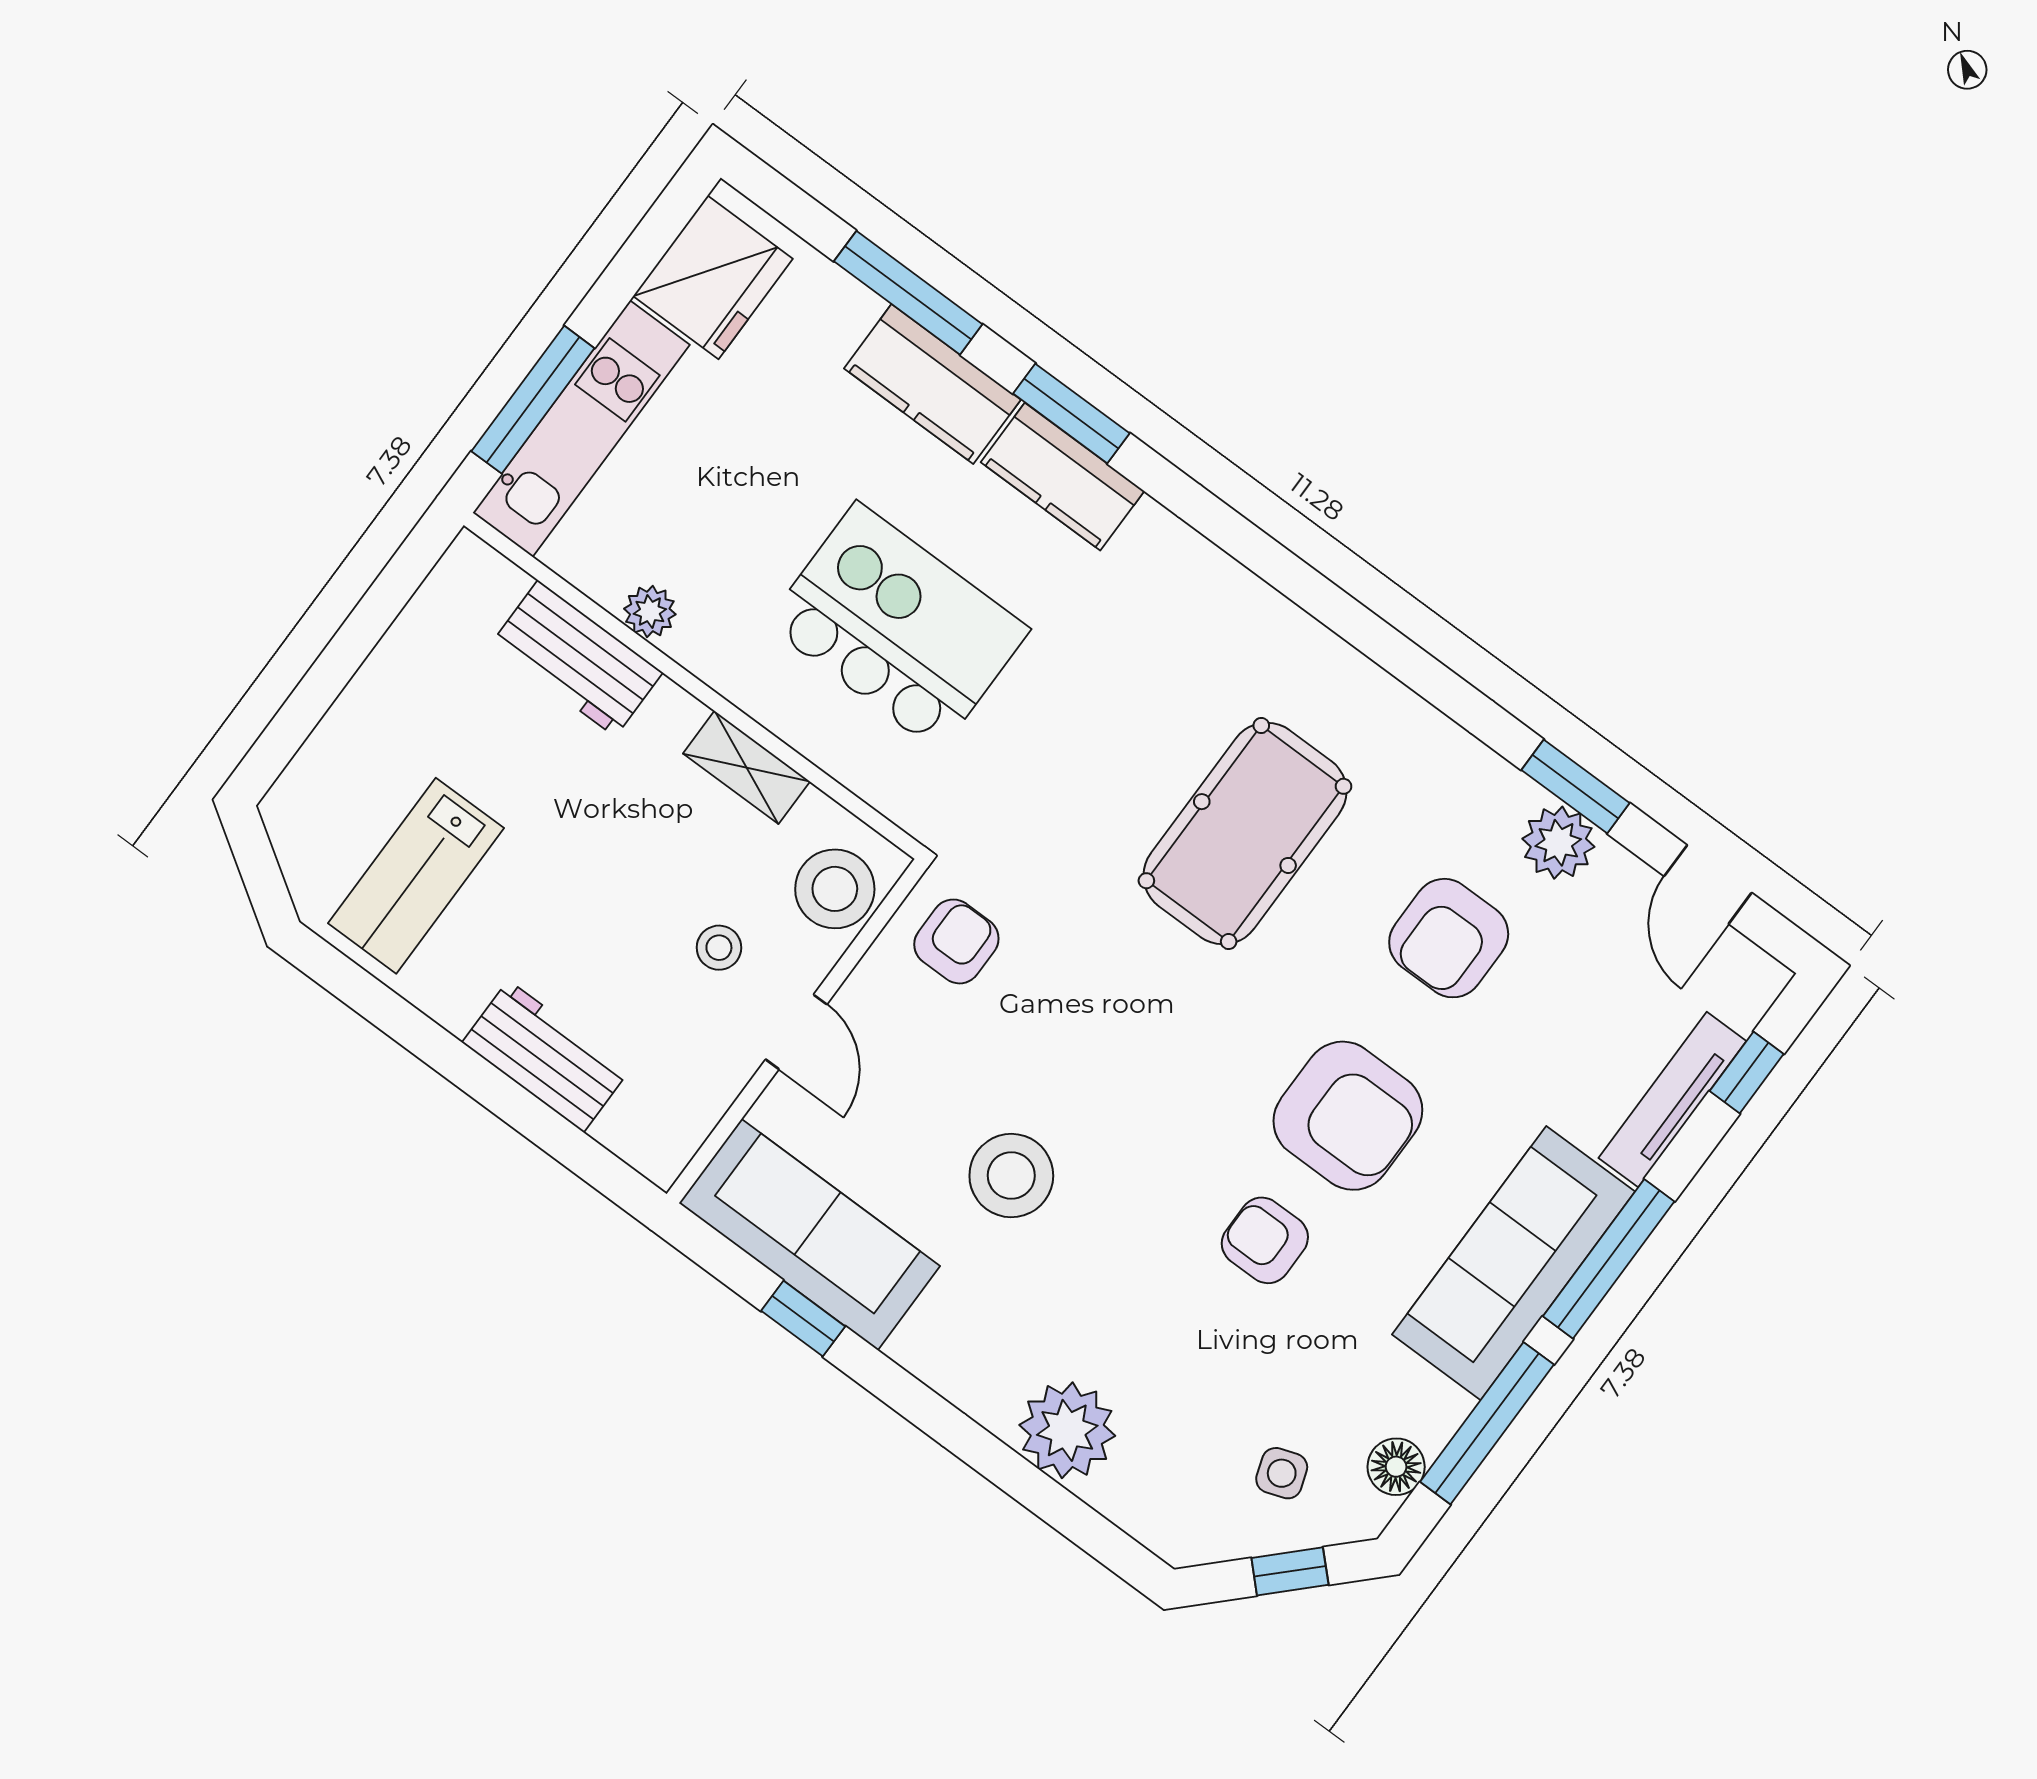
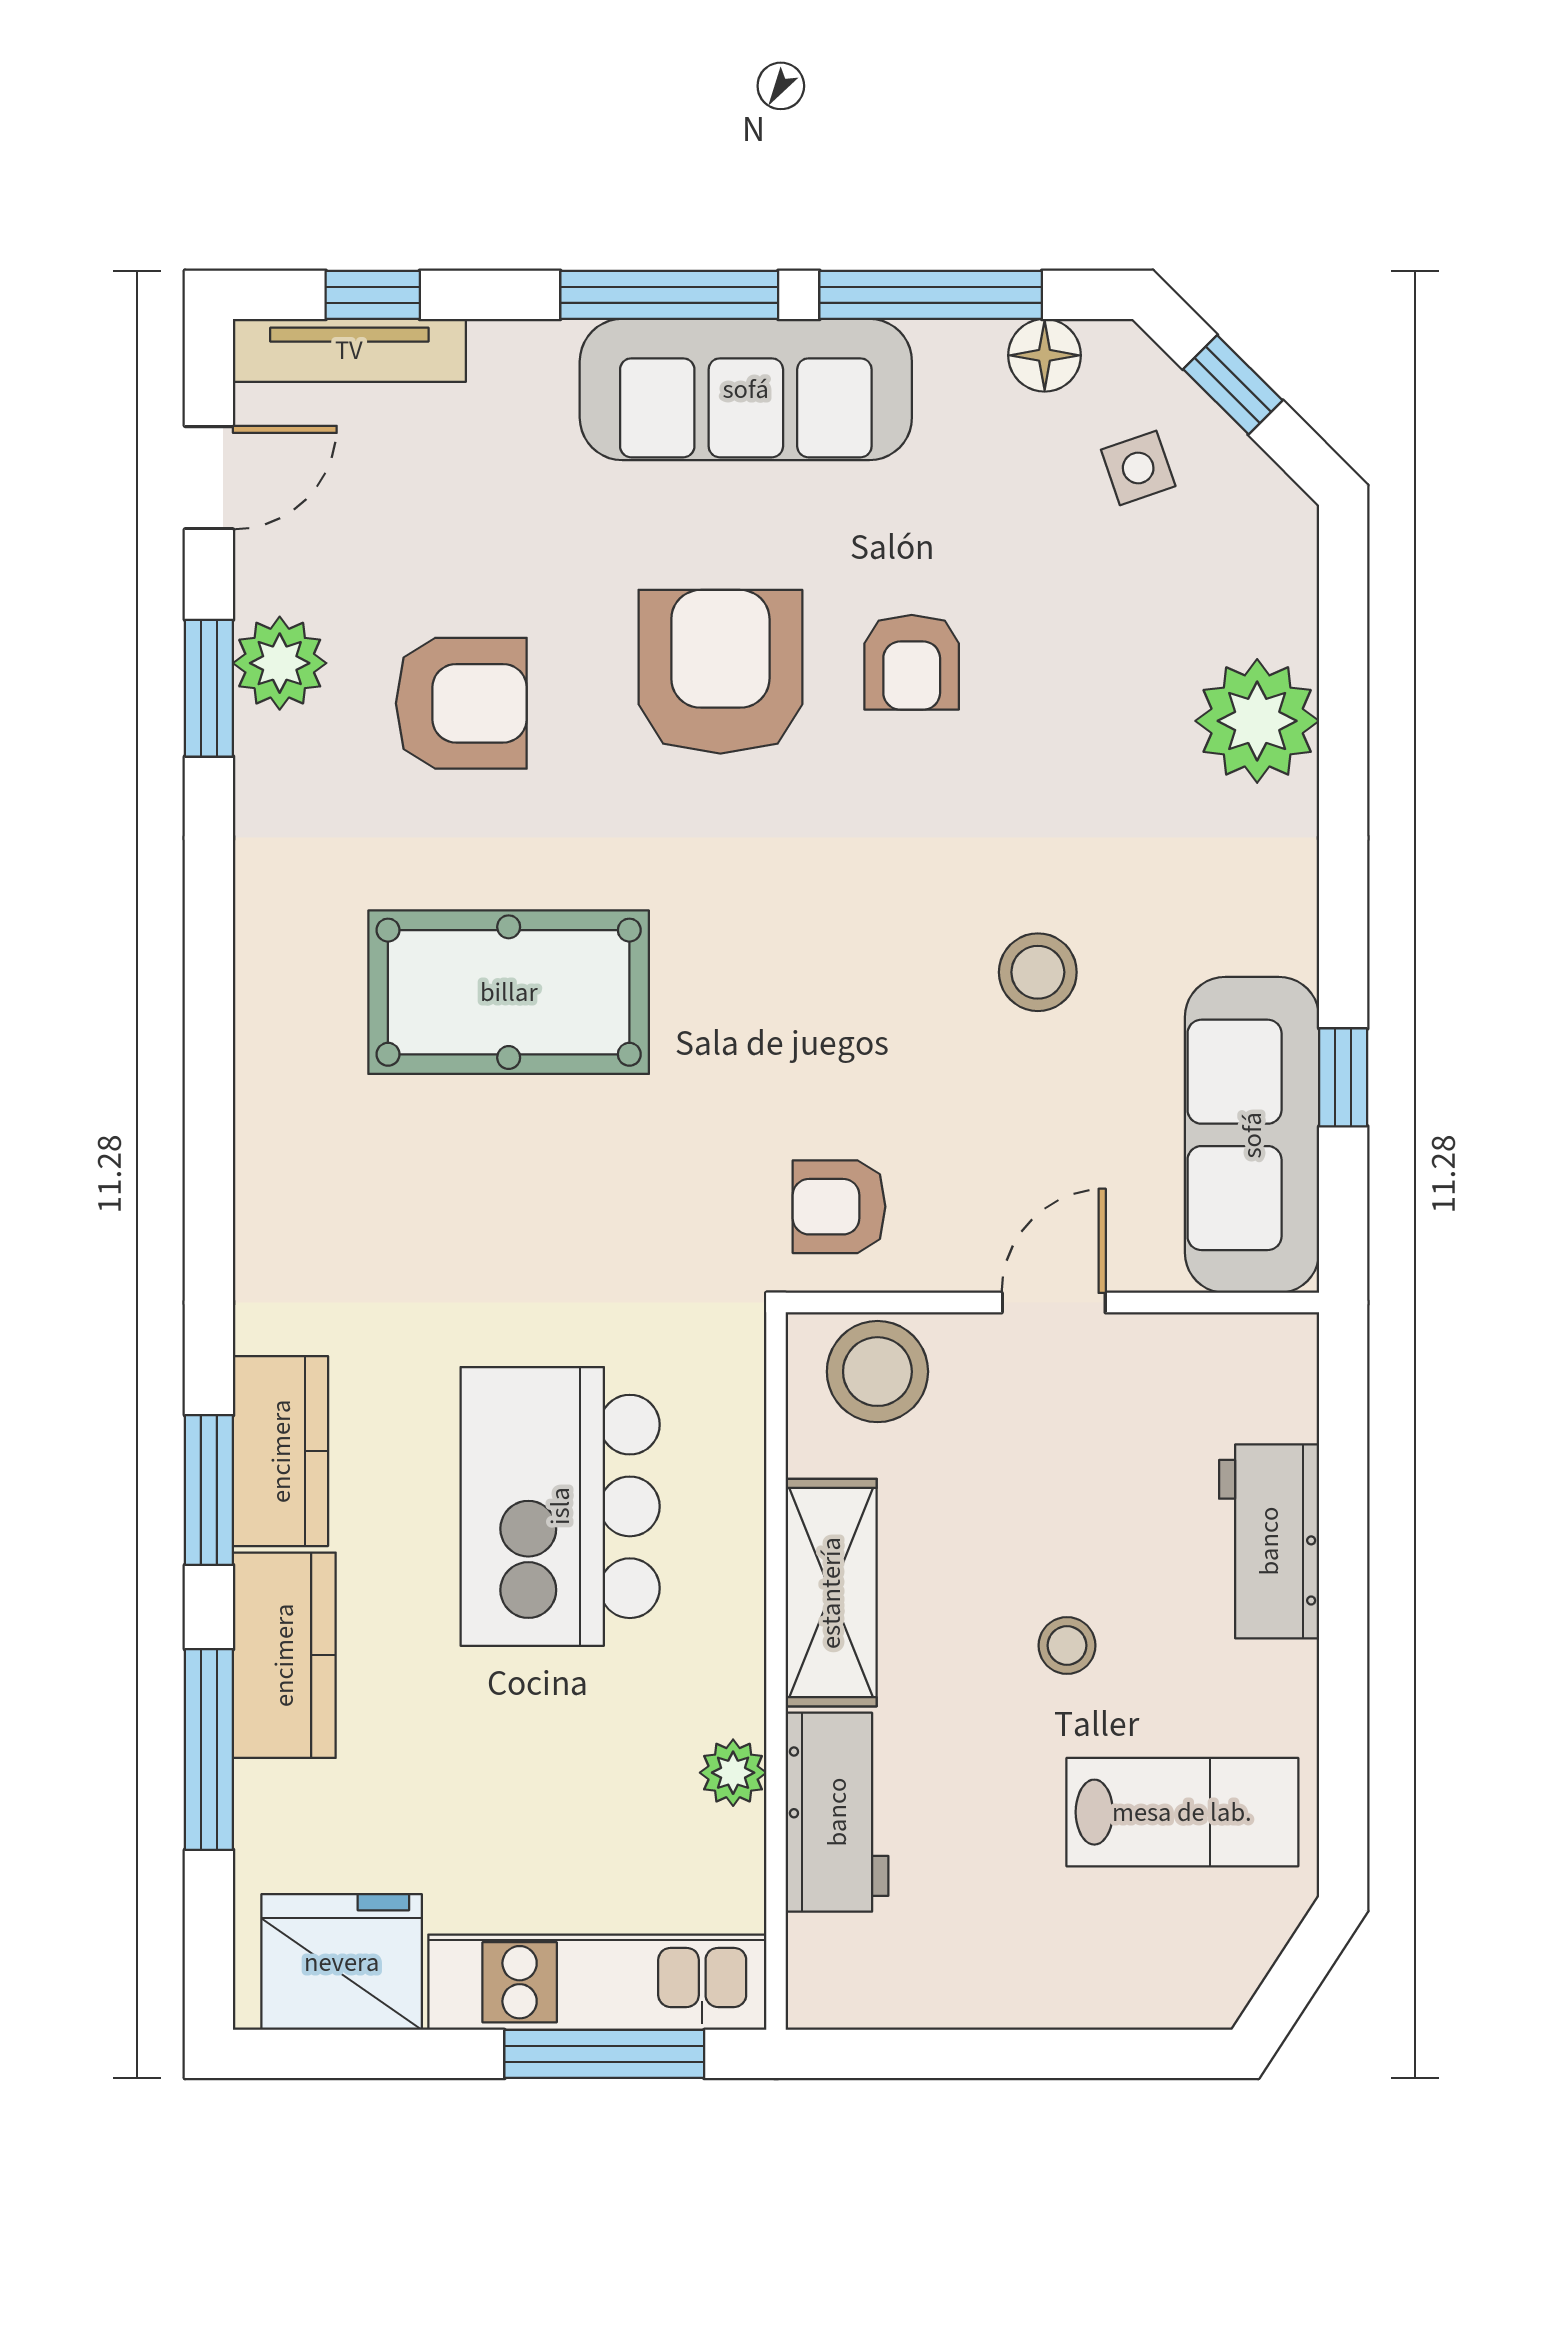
shelving: (747, 767) -> (831, 1593), width x1.50, depth x1.33
stool: (719, 948) -> (1067, 1645), moved
tv unit: (1672, 1100) -> (349, 350), moved
stool: (1011, 1176) -> (1038, 972), width x0.73, depth x0.73

